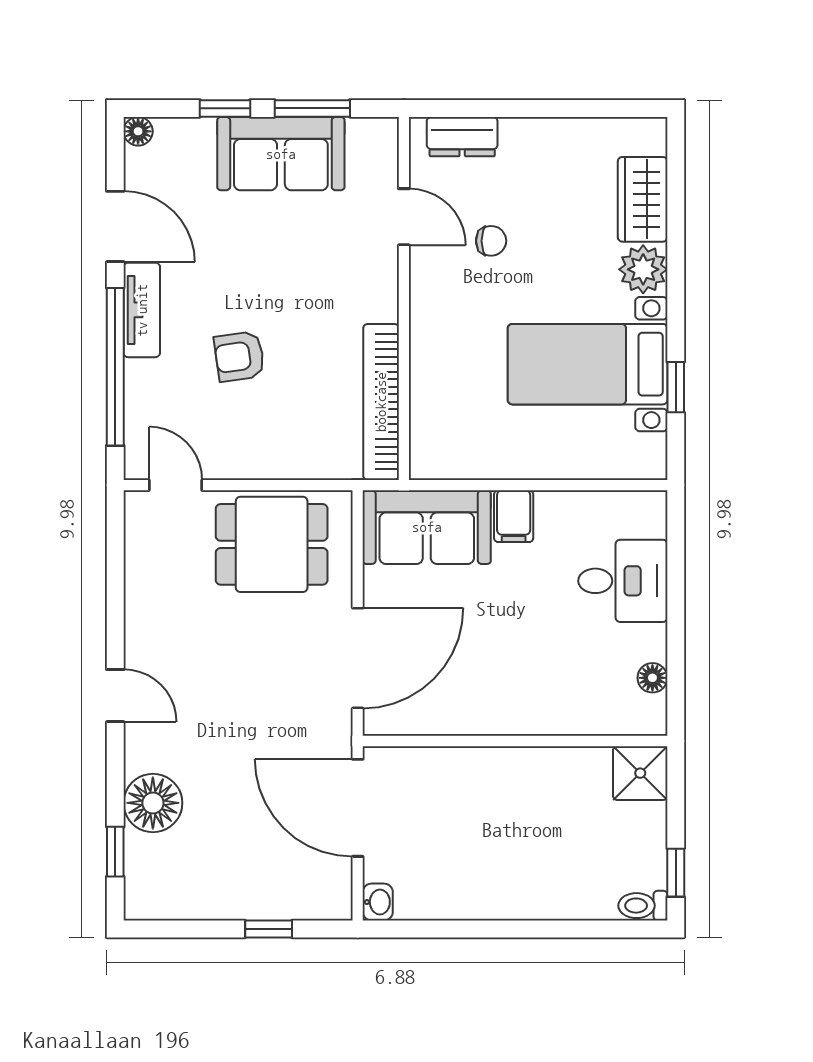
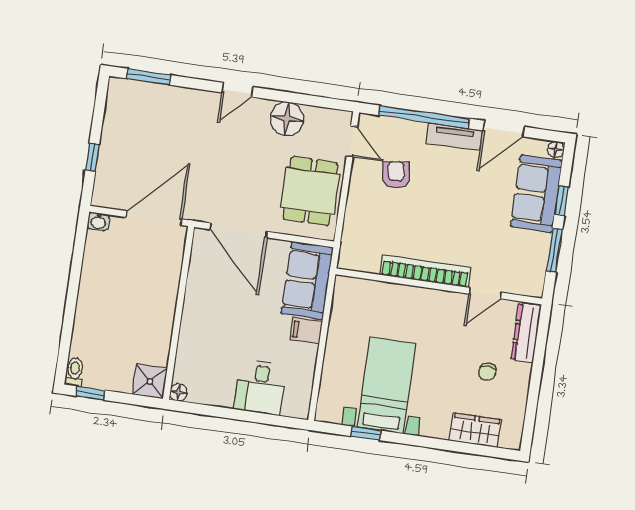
dresser: (462, 137) -> (526, 333), width x1.44
sofa: (281, 154) -> (536, 194), moved
chair: (491, 241) -> (487, 372), moved
plant: (643, 269) -> (436, 425), removed
armchair: (239, 356) -> (396, 175), moved
bookcase: (381, 402) -> (425, 271), moved
door: (175, 485) -> (352, 141), hinge flipped
floor lamp: (652, 678) -> (178, 393), moved
floor lamp: (153, 803) -> (287, 119), moved
window: (115, 852) -> (149, 77), width x1.50

